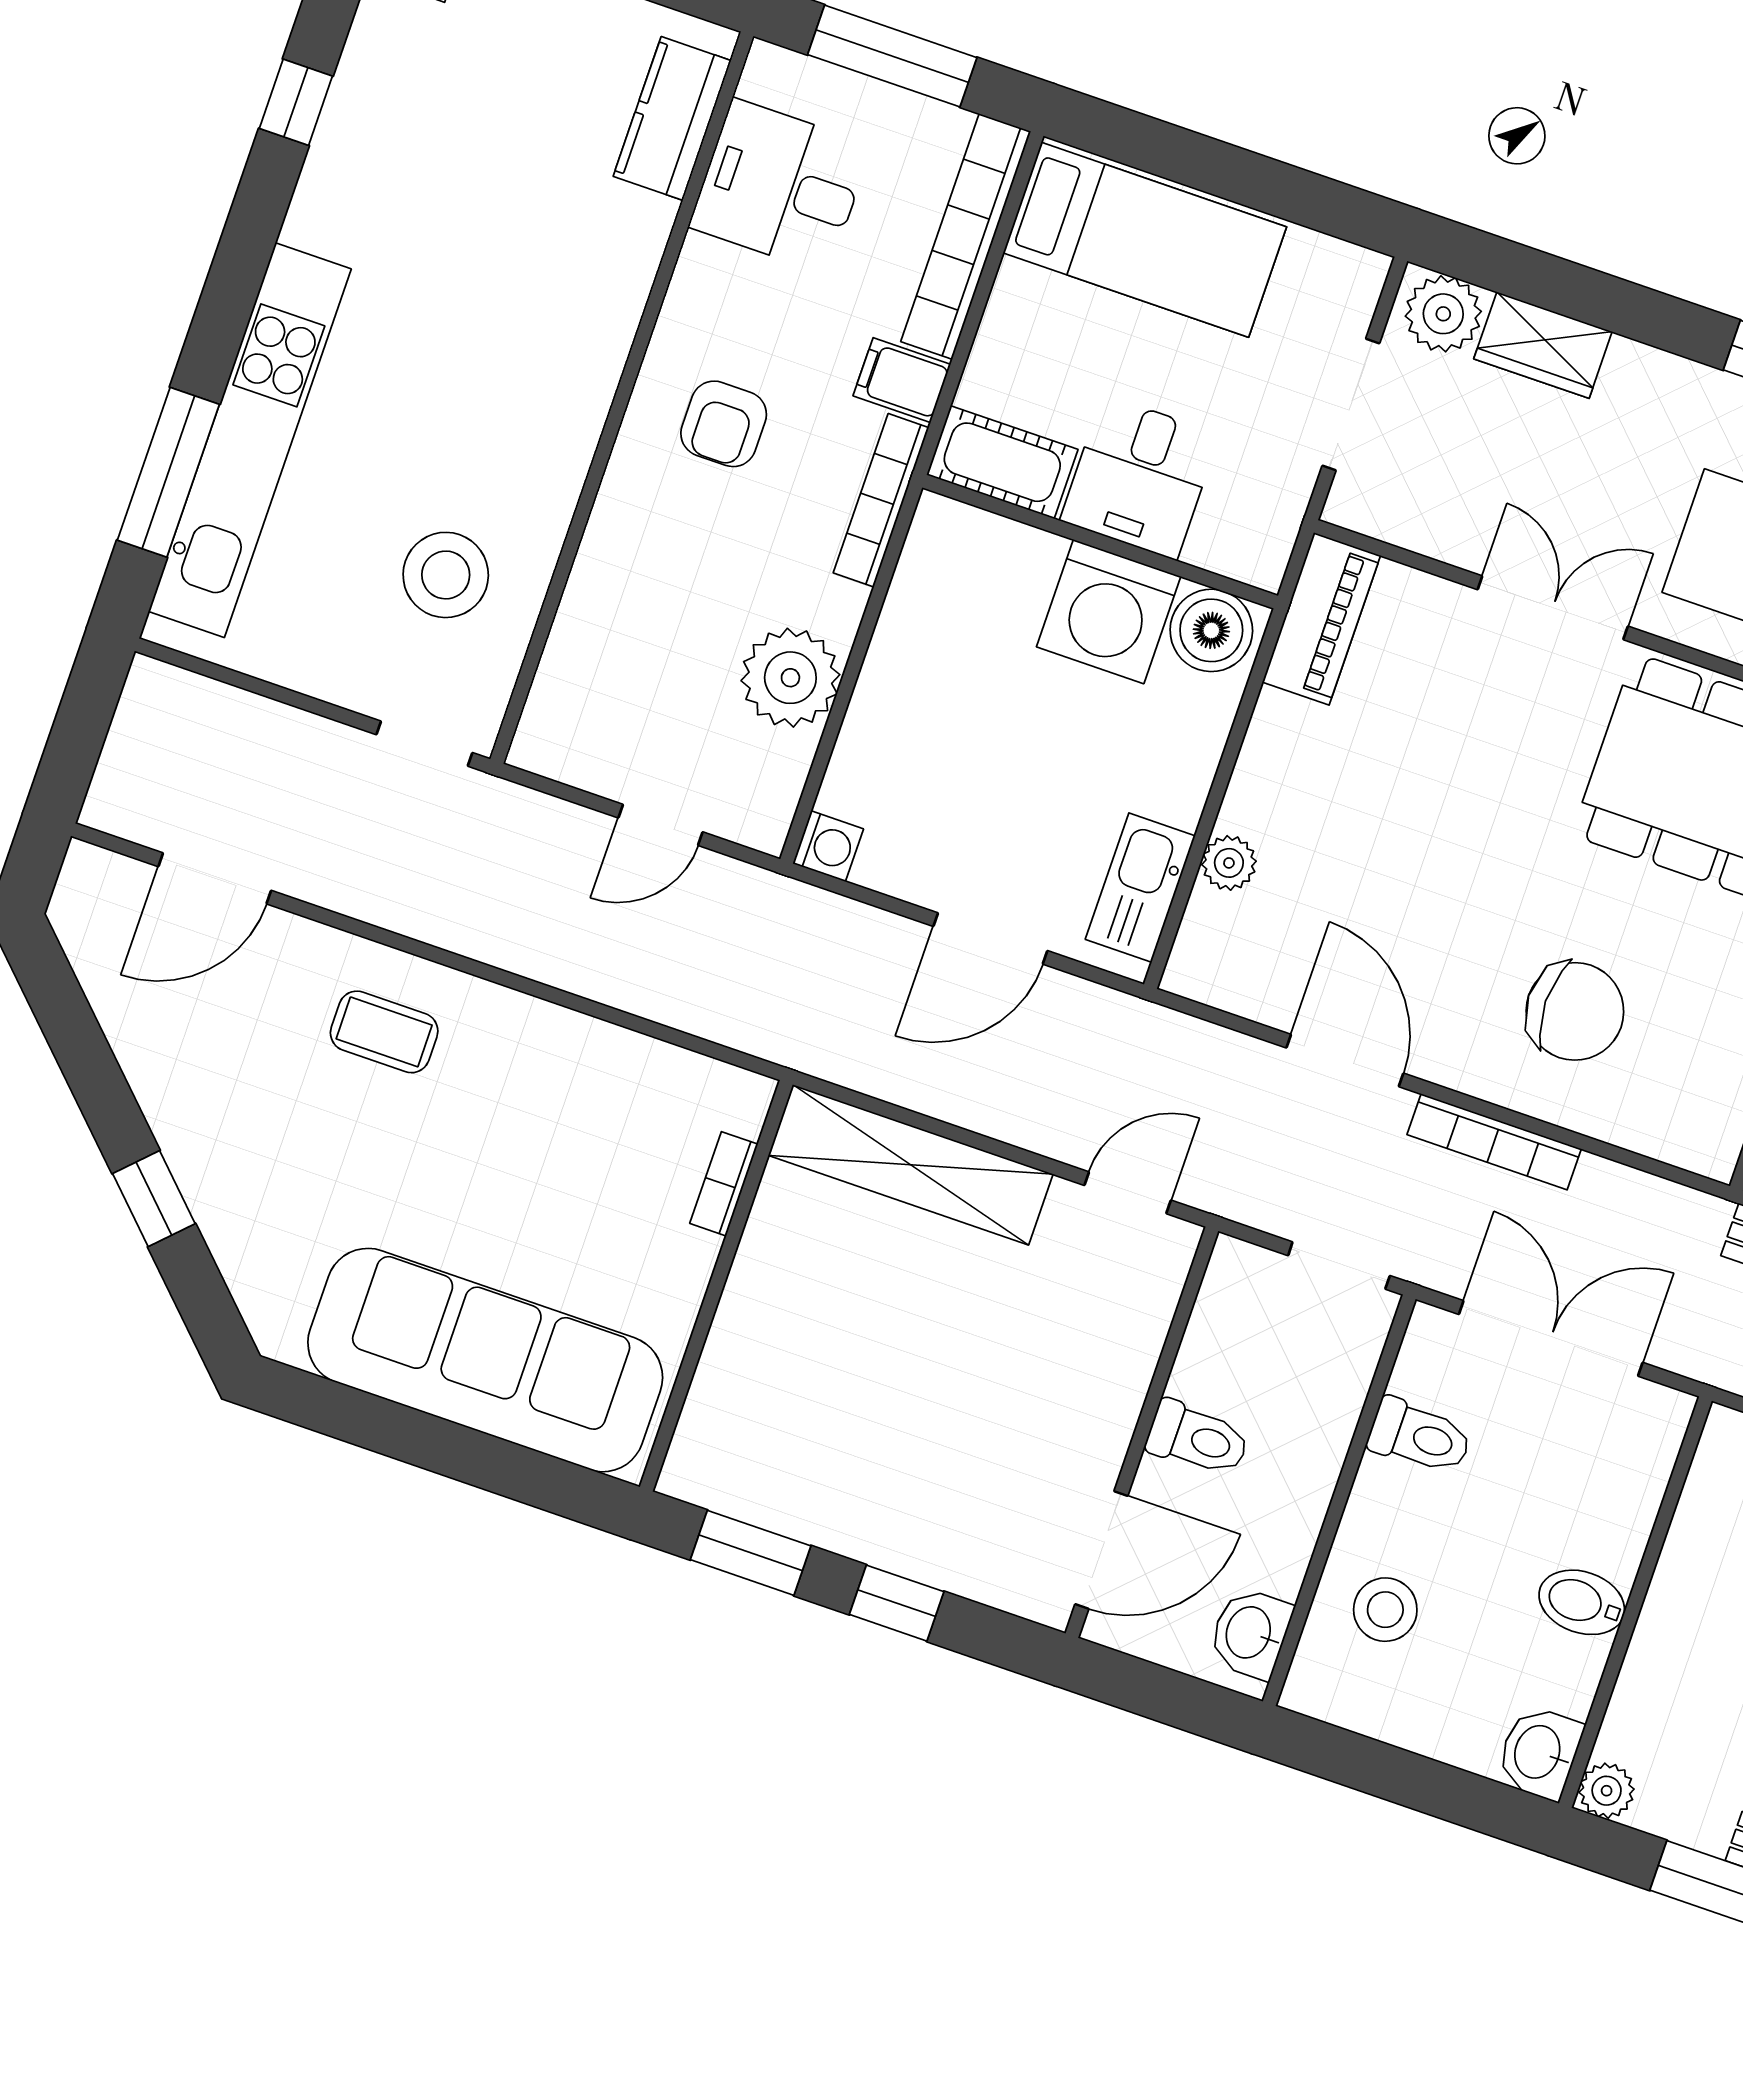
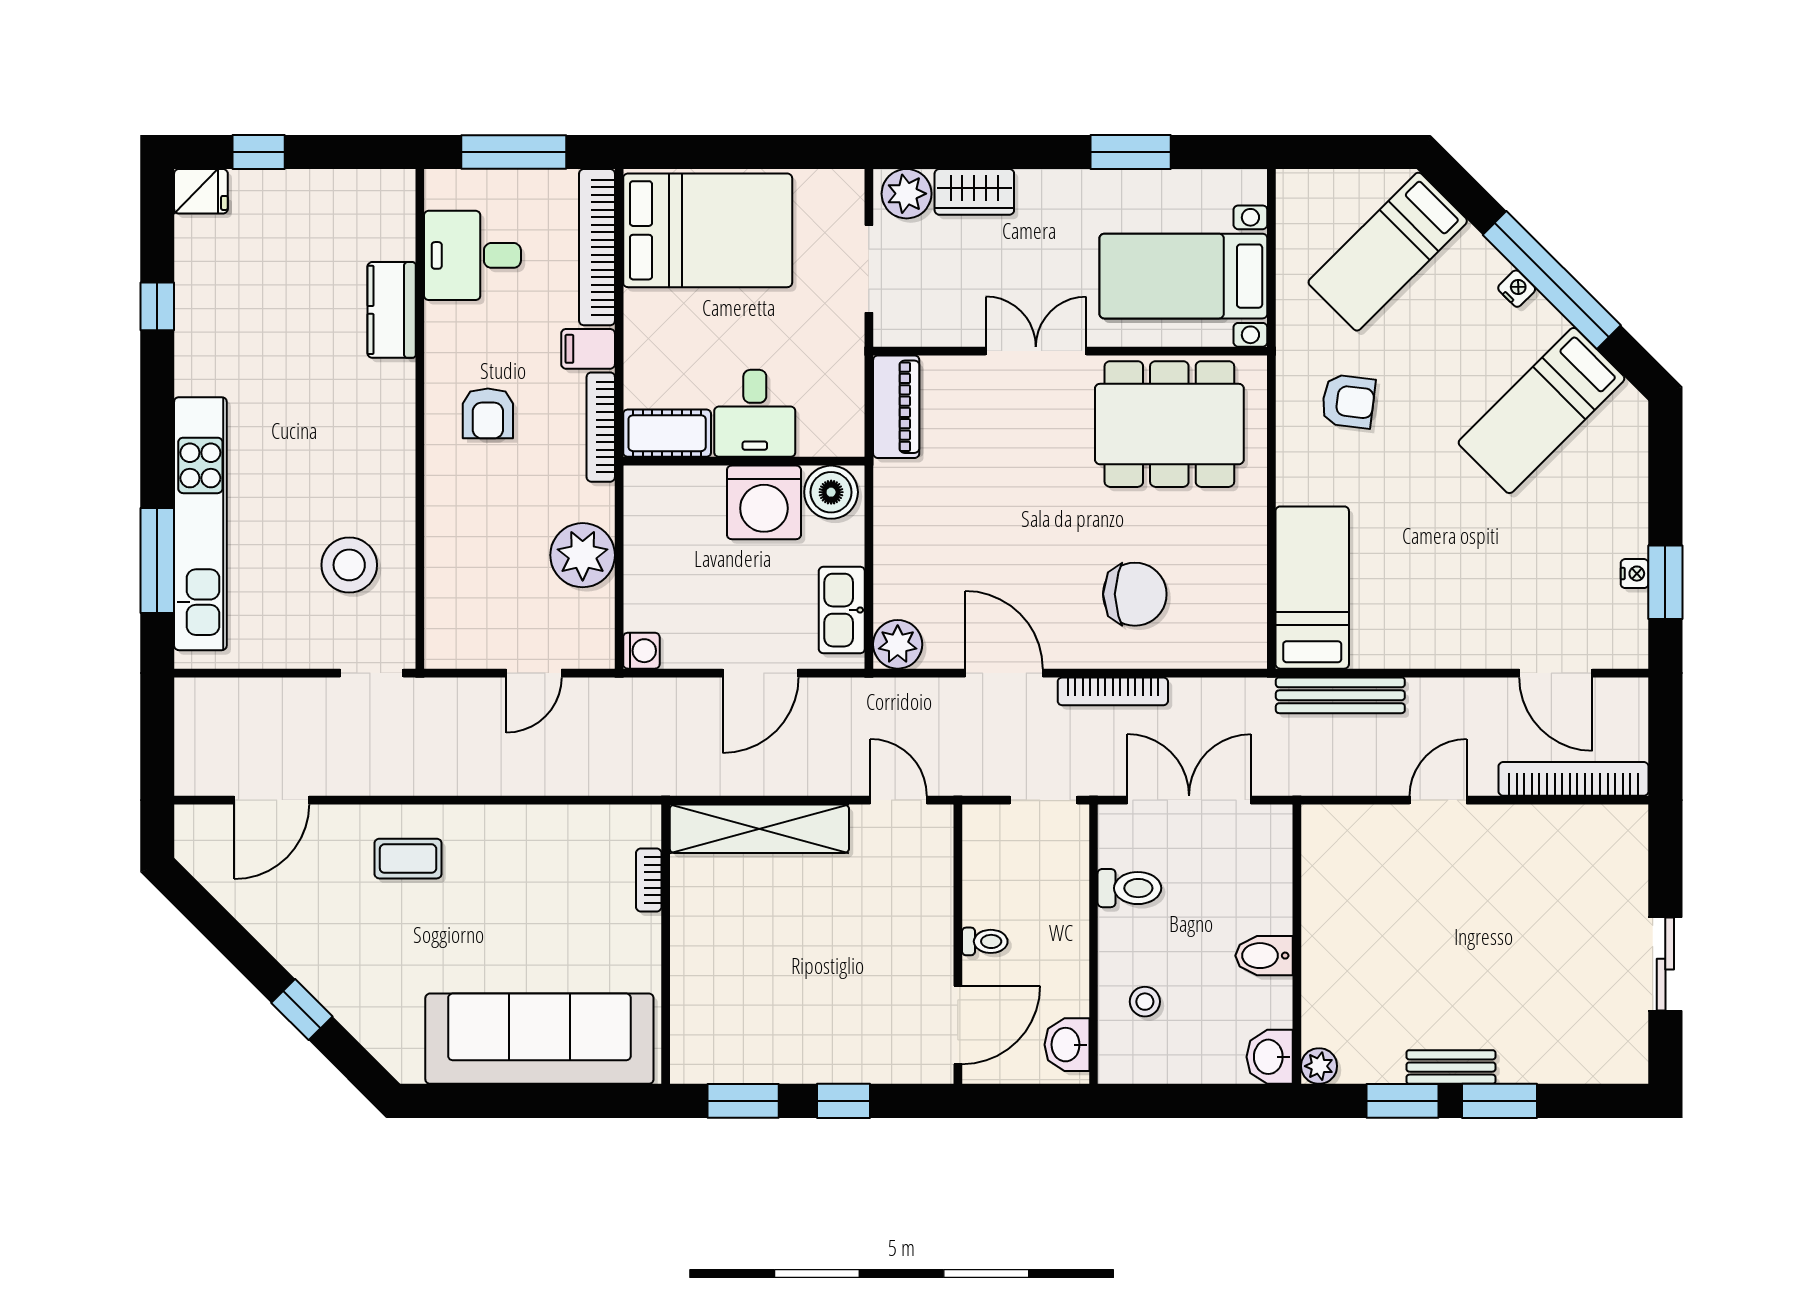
kitchen counter: (672, 118) -> (392, 310), moved
bed: (1145, 240) -> (708, 230), width x1.50
cot: (1002, 462) -> (667, 433), moved
desk: (1140, 477) -> (755, 413), moved
wall: (1100, 542) -> (744, 461), moved
washing machine: (1109, 612) -> (764, 502), moved
boiler: (1211, 630) -> (831, 492), moved
plant: (1229, 863) -> (898, 644), moved, width x1.38, depth x1.38
door: (1128, 1193) -> (899, 800), hinge flipped
toilet: (1198, 1439) -> (985, 941), width x0.73, depth x0.72
stool: (1385, 1610) -> (1145, 1002), width x0.73, depth x0.73

